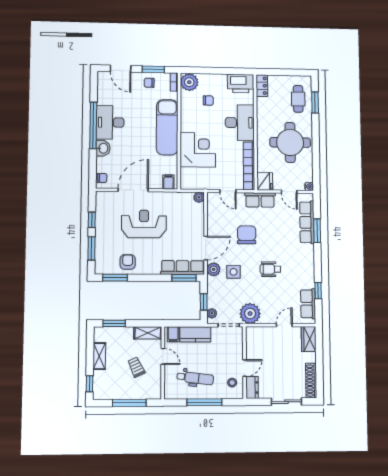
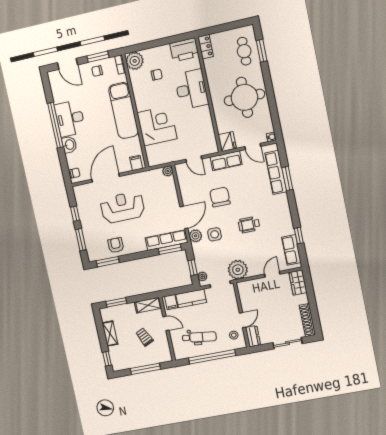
bookcase: (249, 166) -> (209, 130), removed
window: (204, 402) -> (212, 357), width x1.46

